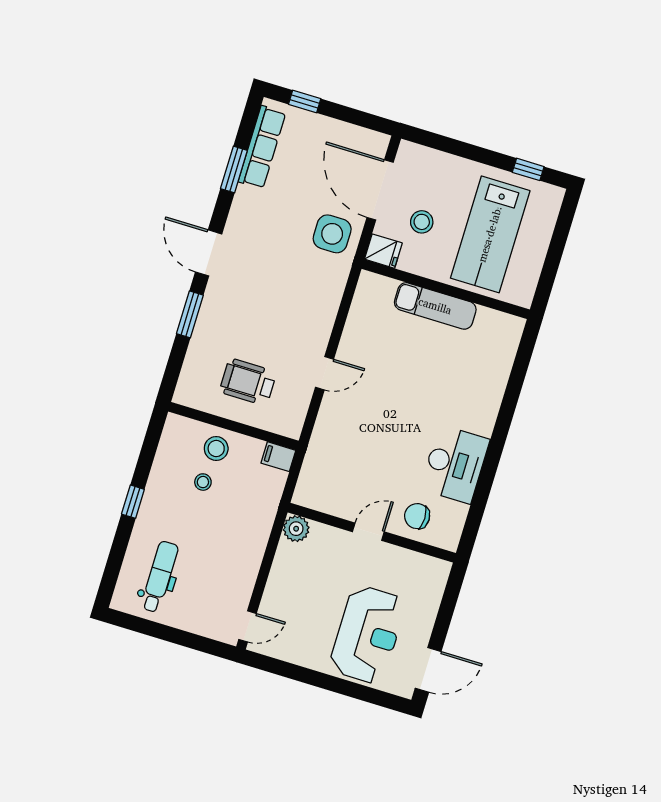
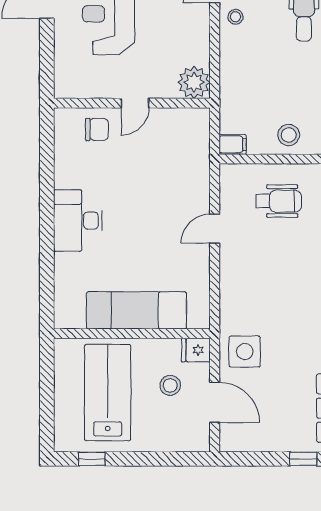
door: (380, 190) -> (215, 402), width x0.73
exam couch: (435, 306) -> (136, 310), width x1.36, depth x1.45
desk: (455, 464) -> (78, 221), moved
stool: (203, 482) -> (235, 17), moved
plant: (296, 529) -> (194, 82), width x1.36, depth x1.36

